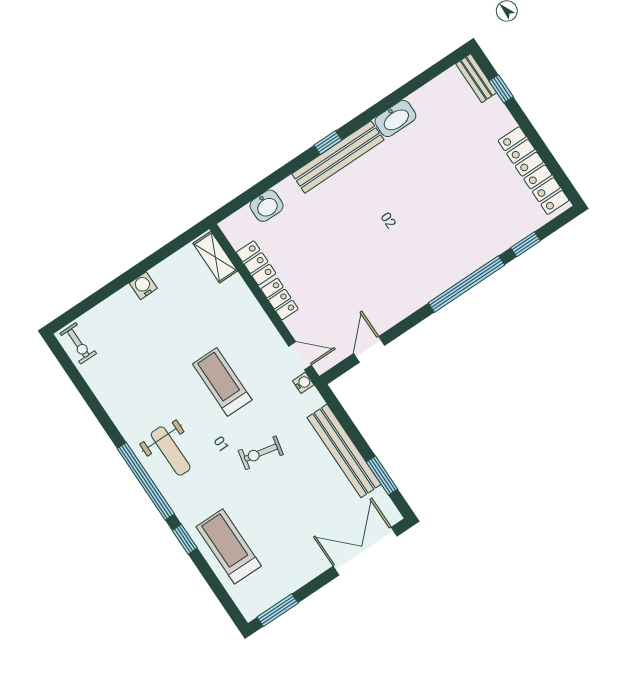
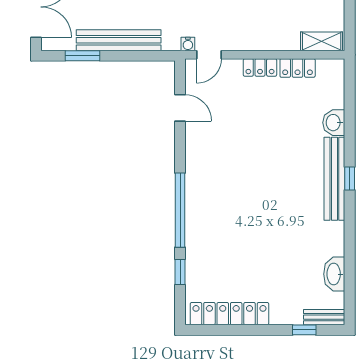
washbasin: (395, 118) -> (334, 274), moved
washbasin: (267, 206) -> (334, 123), moved

